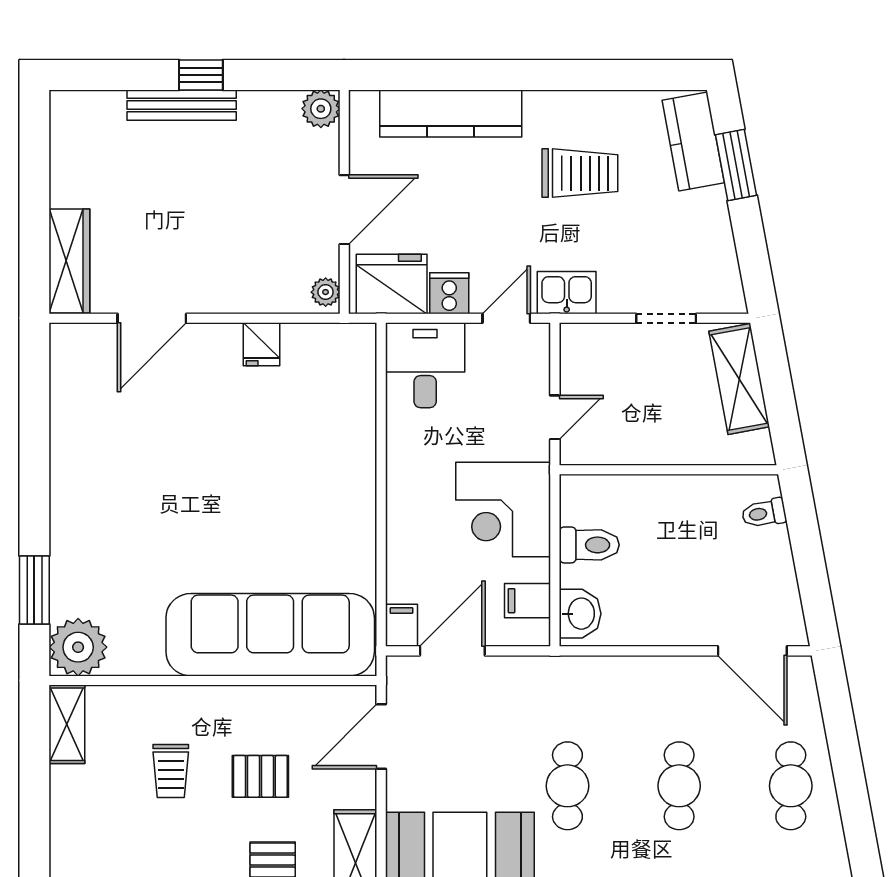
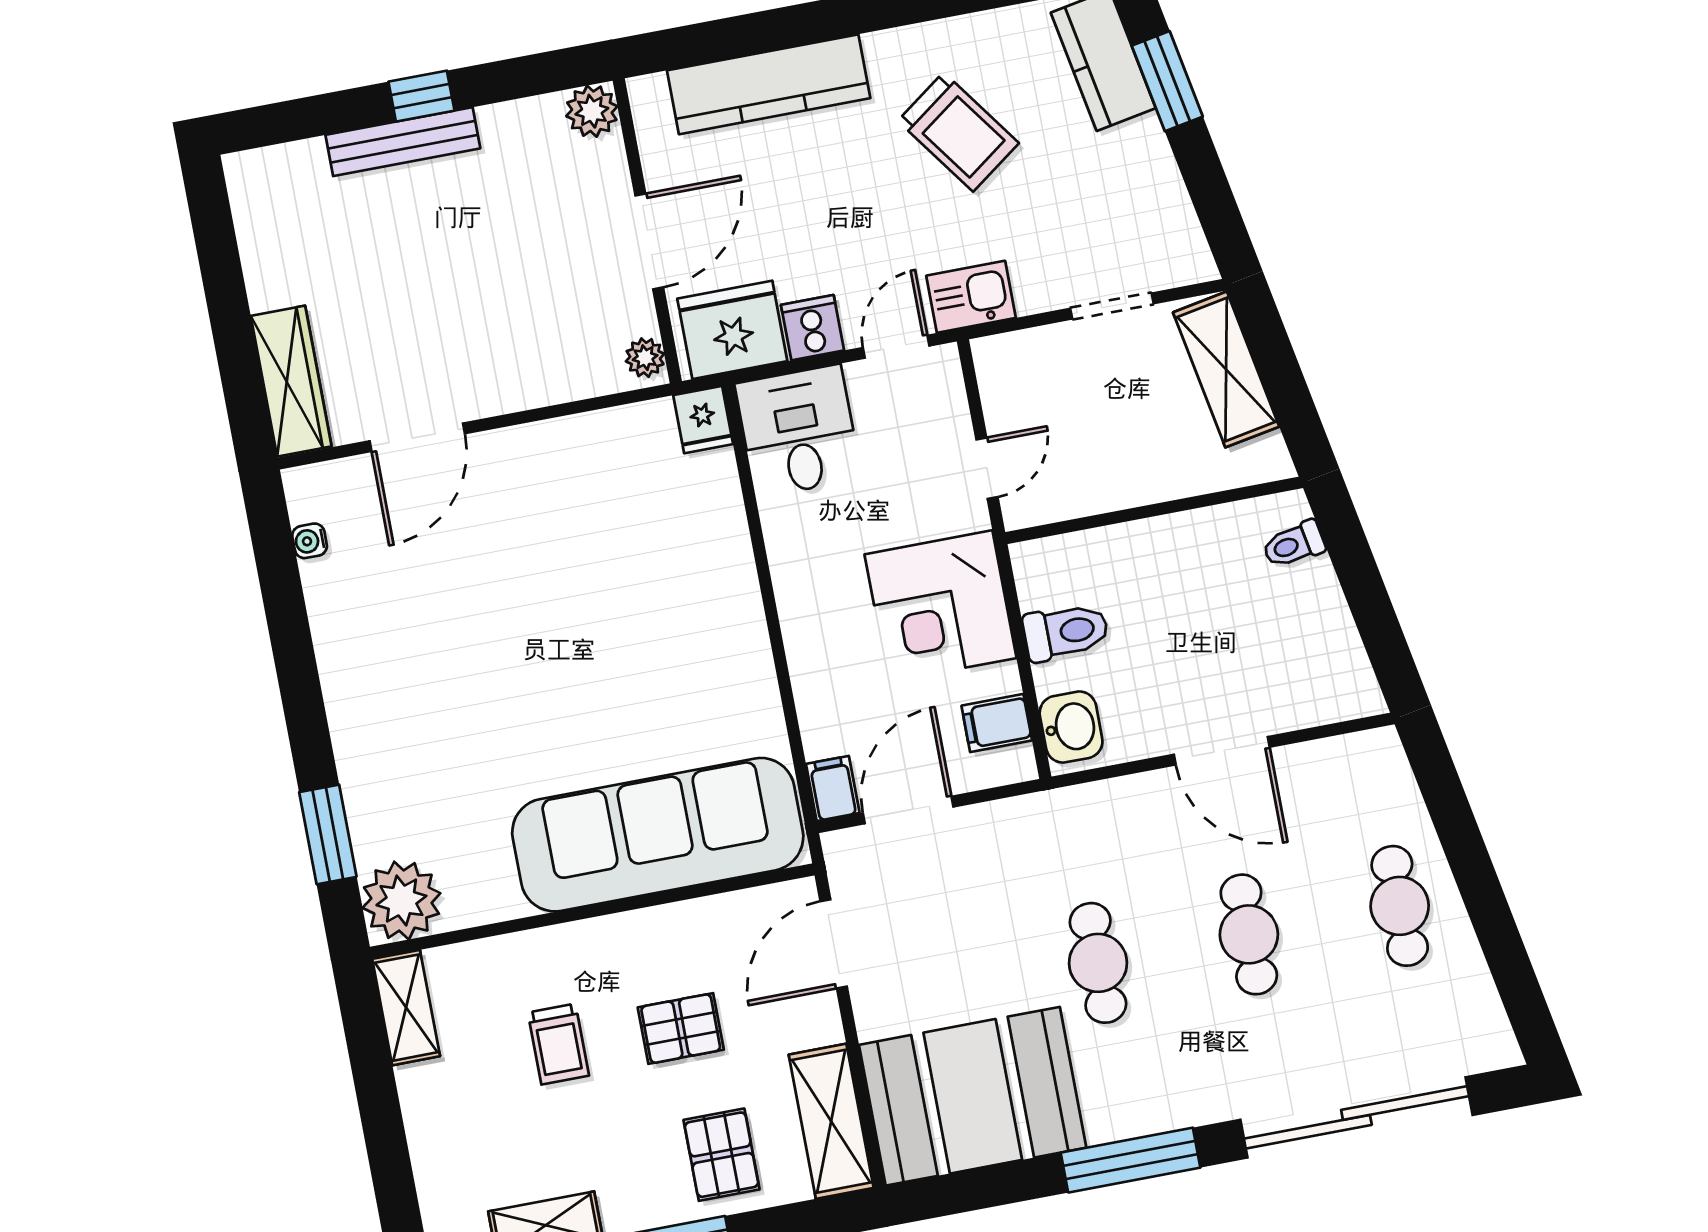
trolley: (580, 173) -> (958, 132), turned 54
fridge: (262, 344) -> (703, 420), moved
water cooler: (61, 378) -> (310, 541), added
door: (752, 651) -> (1222, 751), moved

